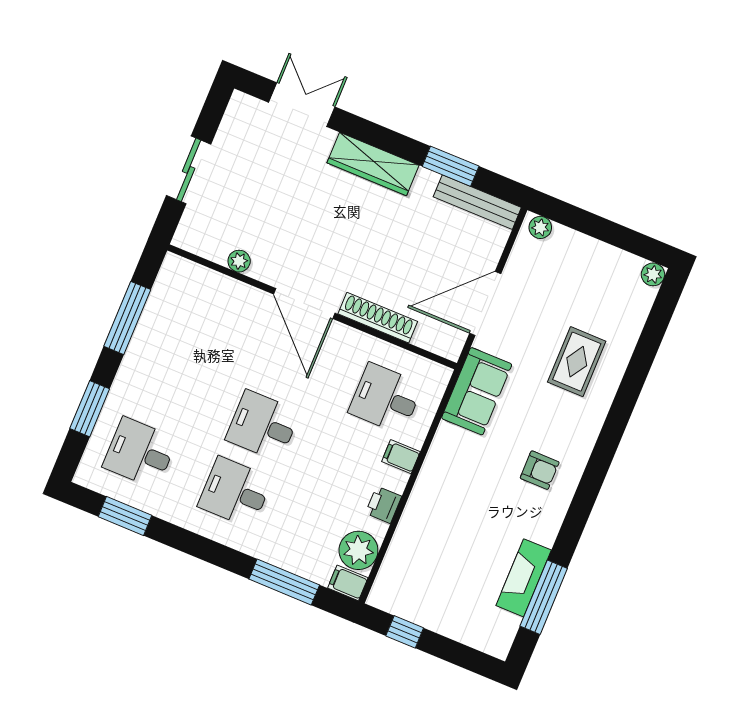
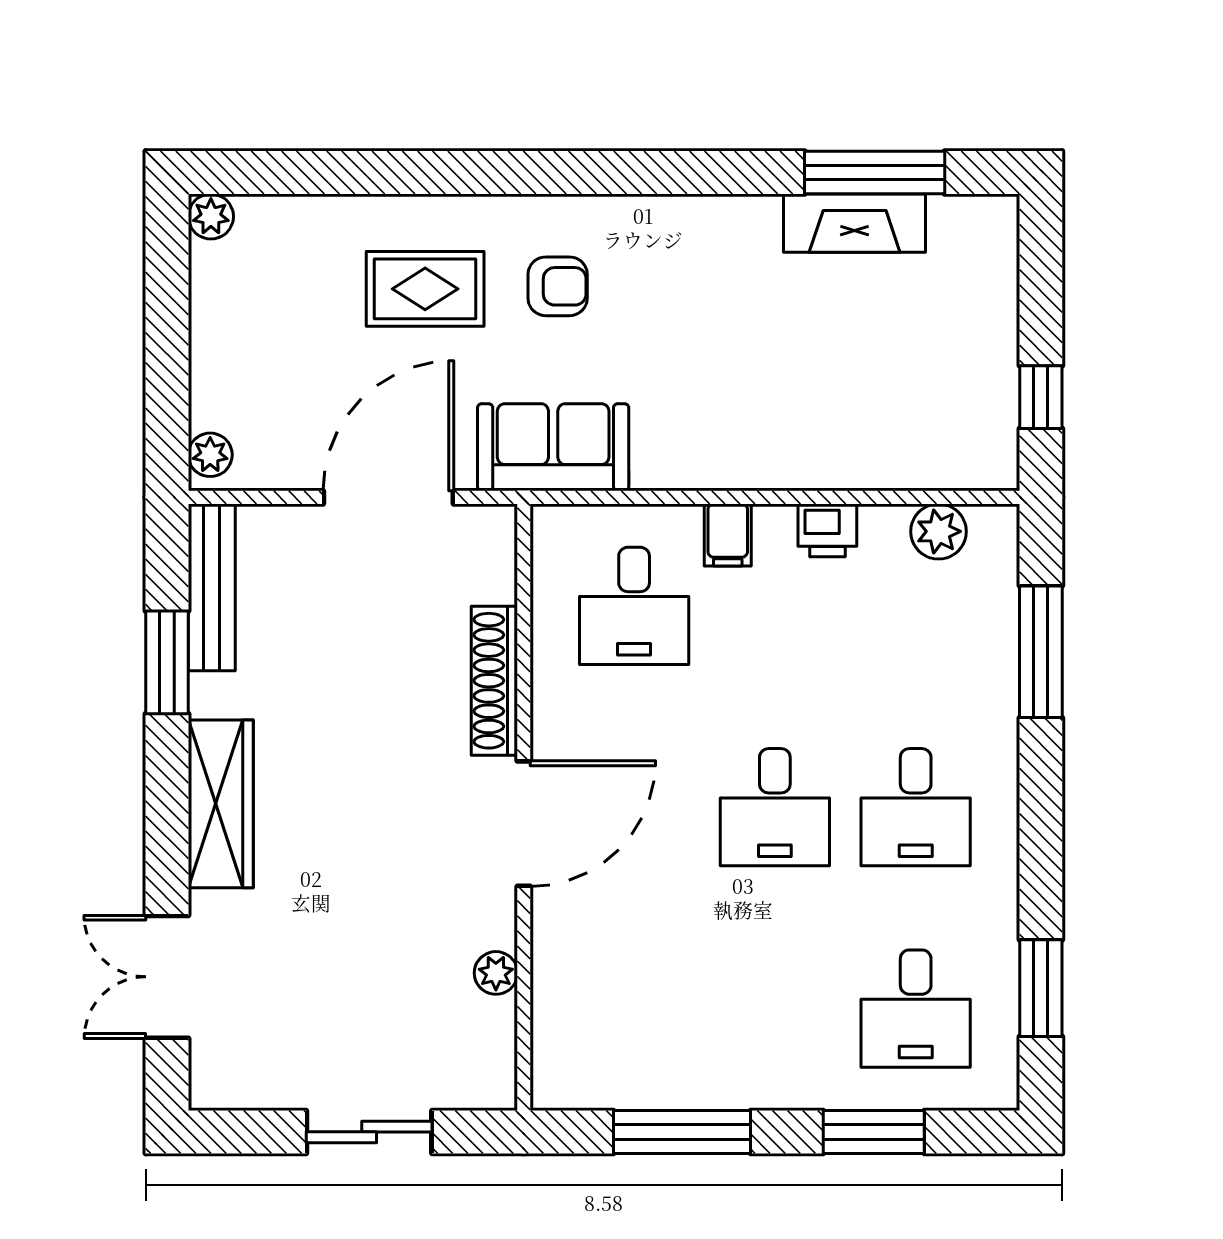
door: (485, 303) -> (388, 497), swing flipped
armchair: (540, 470) -> (558, 286), moved, turned 90
plant: (358, 550) -> (939, 531), width x0.73, depth x0.73
filing cabinet: (348, 583) -> (995, 536), removed

